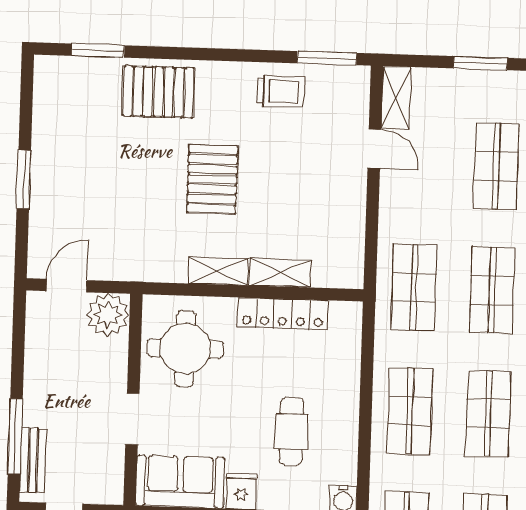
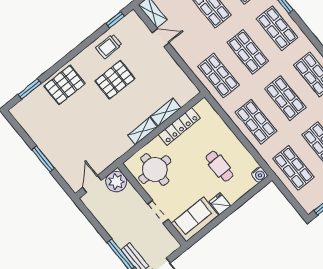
window: (327, 58) -> (115, 20), width x0.67
trolley: (281, 91) -> (109, 46), turned 180
pallet: (212, 179) -> (115, 80), moved, turned 90

